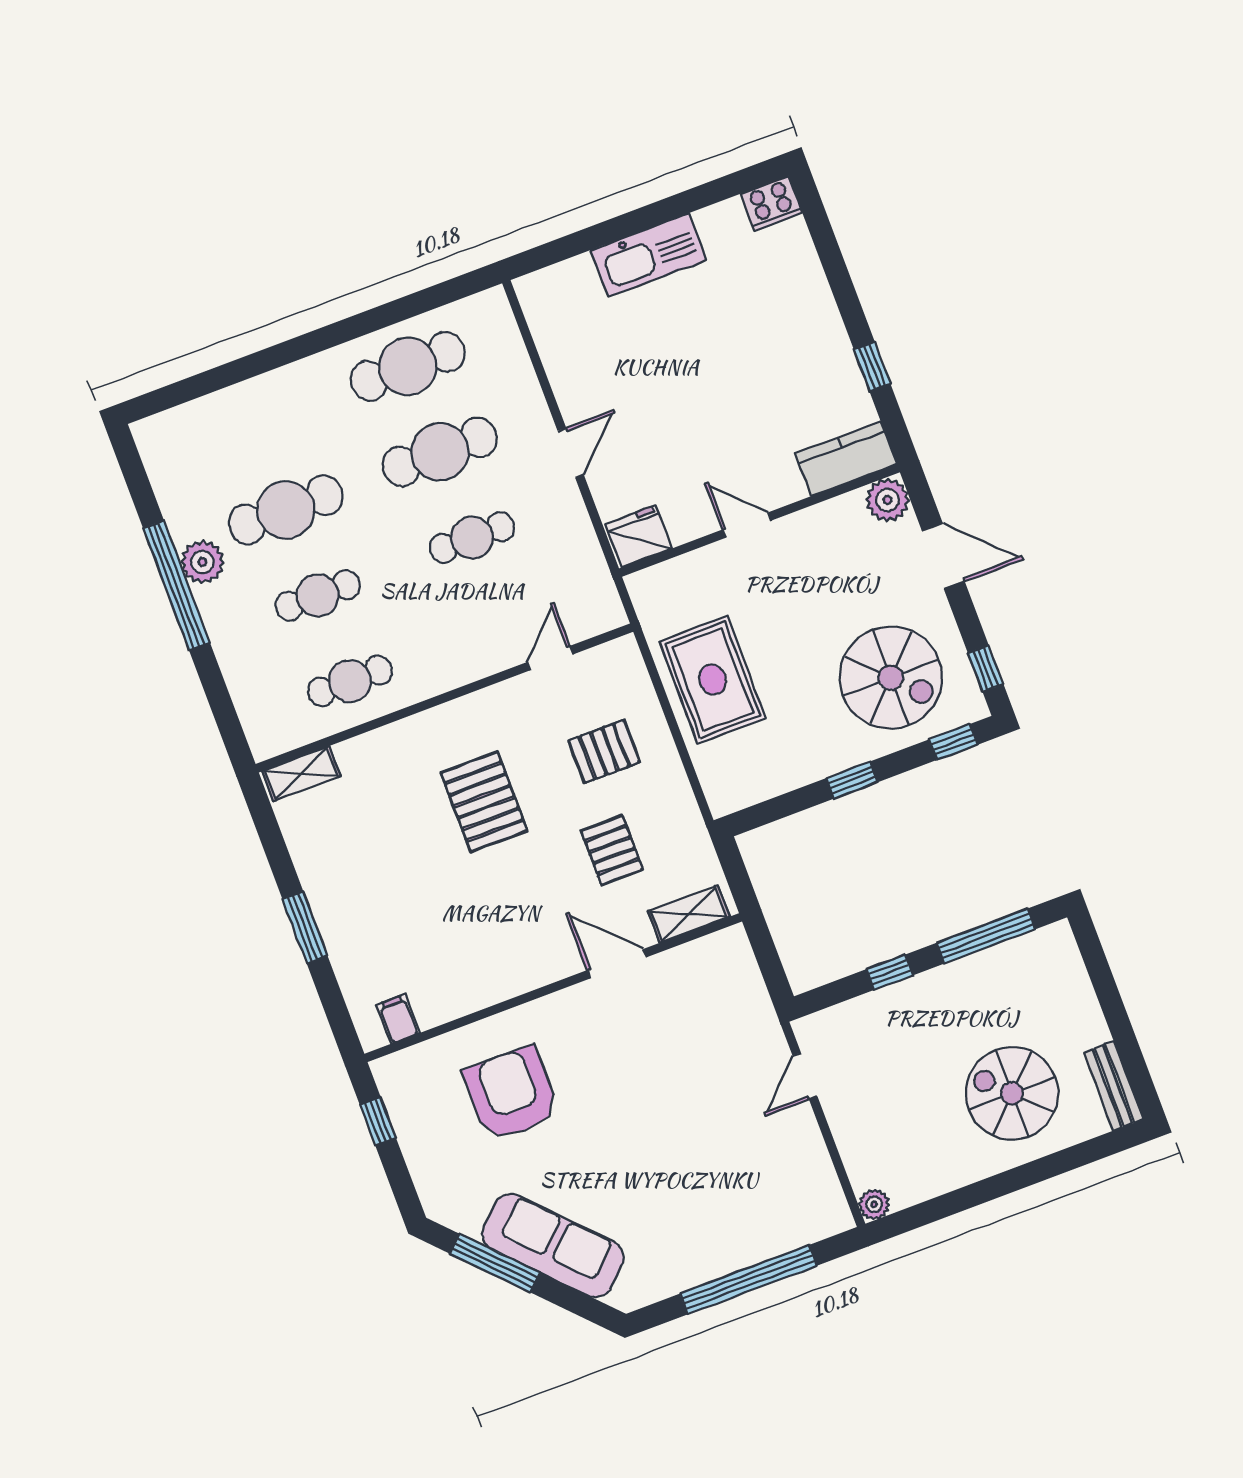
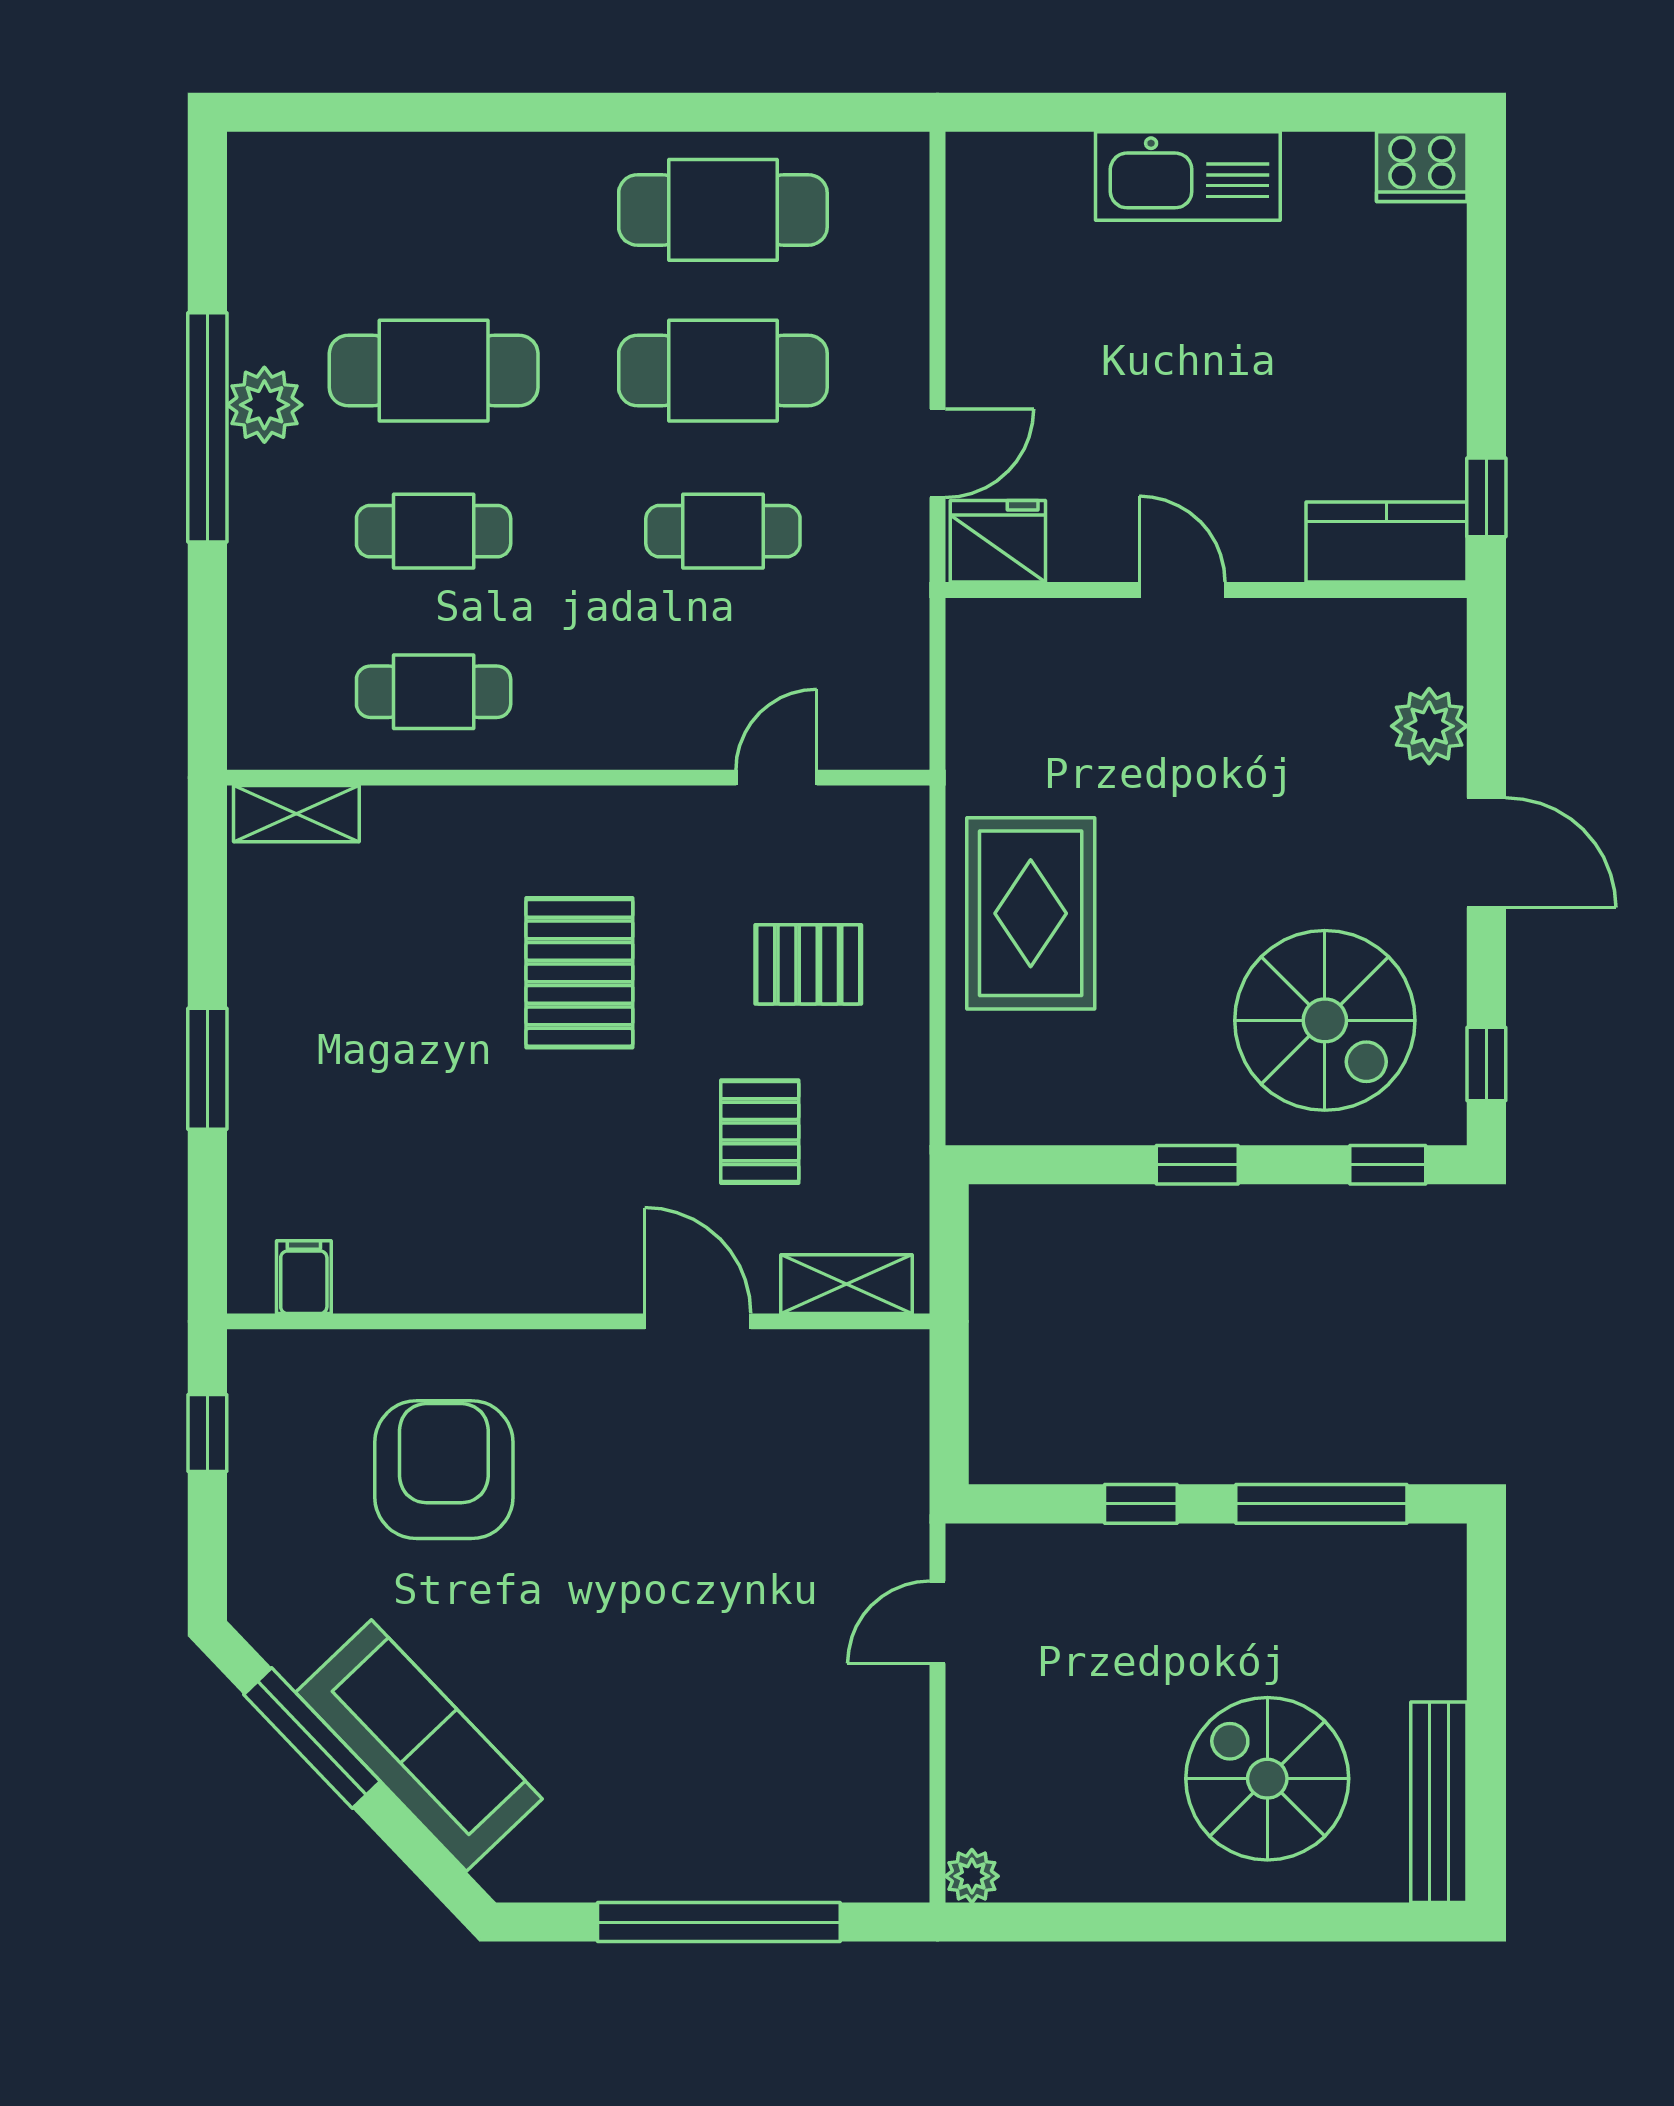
kitchen counter: (846, 459) -> (1387, 542), moved
wall: (759, 520) -> (1206, 590), moved
door: (747, 525) -> (1182, 590), moved
fridge: (639, 536) -> (998, 541), moved
bench: (1114, 1086) -> (1439, 1802), width x1.36

